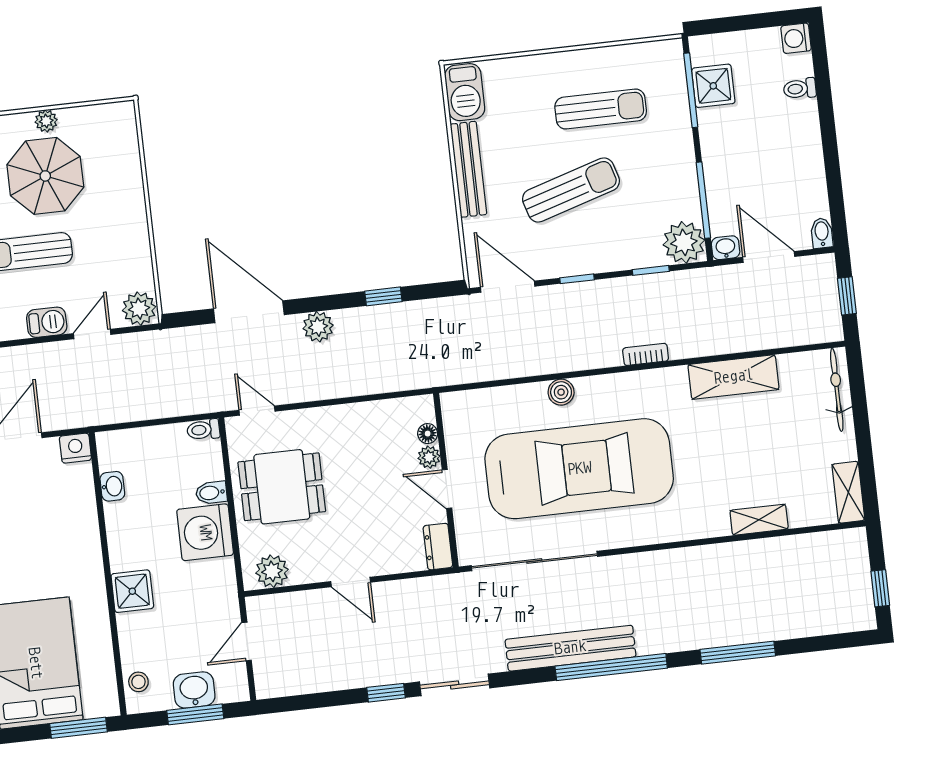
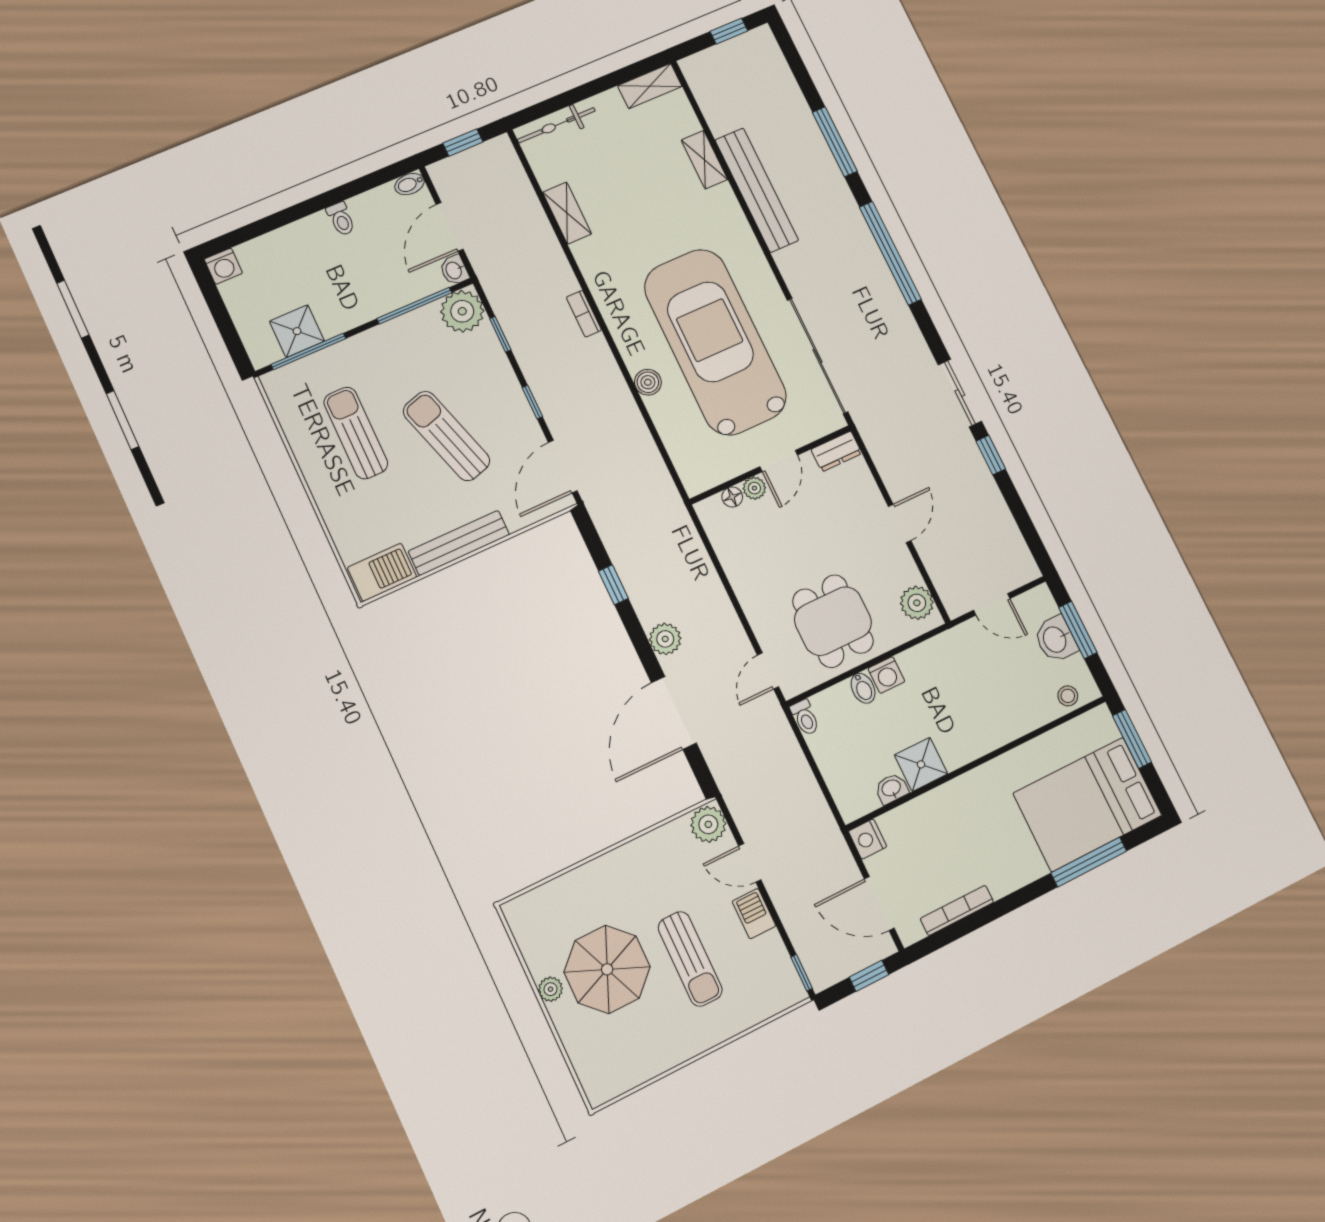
toilet: (800, 89) -> (341, 219), moved
shelving: (733, 377) -> (567, 213), width x0.67, depth x0.75
washing machine: (205, 532) -> (886, 675), width x0.53, depth x0.53
shower: (132, 591) -> (921, 764), moved
bench: (570, 648) -> (757, 190), moved

